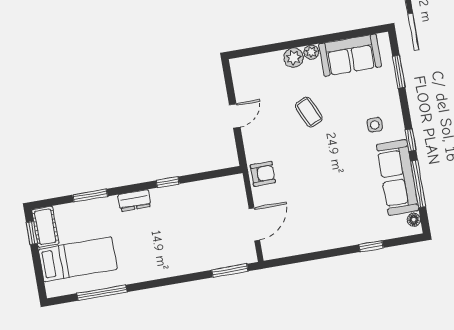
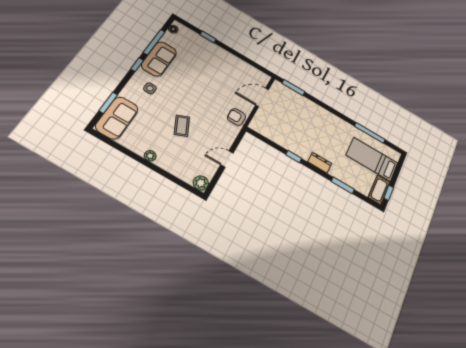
sofa: (350, 55) -> (117, 118), moved, turned 90
plant: (294, 58) -> (201, 183), moved
sofa: (398, 178) -> (159, 59), width x0.73

